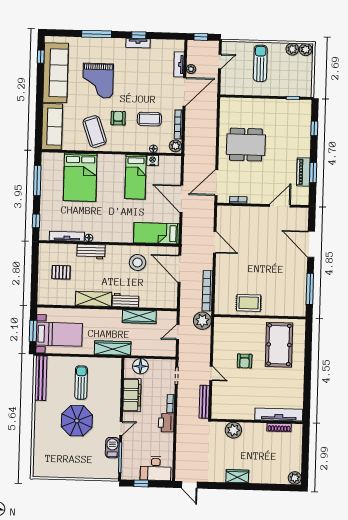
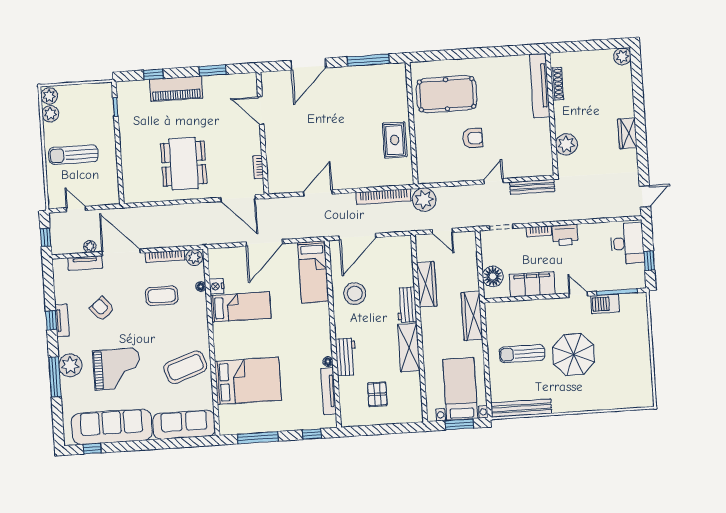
plant: (104, 46) -> (70, 365), added
armchair: (118, 118) -> (102, 309), moved, turned 49
coffee table: (149, 119) -> (162, 296), turned 90
piano: (303, 172) -> (176, 89), moved, width x1.37, depth x1.33

